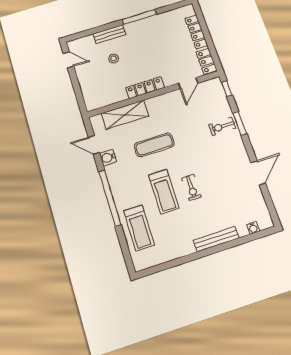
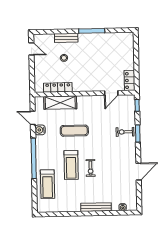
locker: (196, 32) -> (129, 56), removed
locker: (145, 88) -> (58, 87), moved

